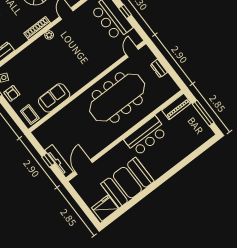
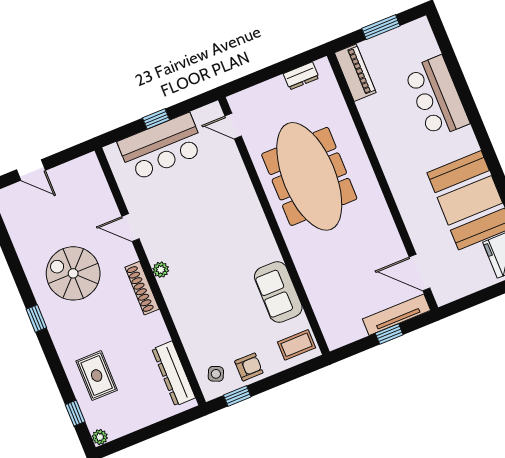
dresser: (159, 68) -> (301, 76), moved
window: (203, 113) -> (381, 27), width x0.69
bar counter: (146, 136) -> (437, 97), moved, turned 180

